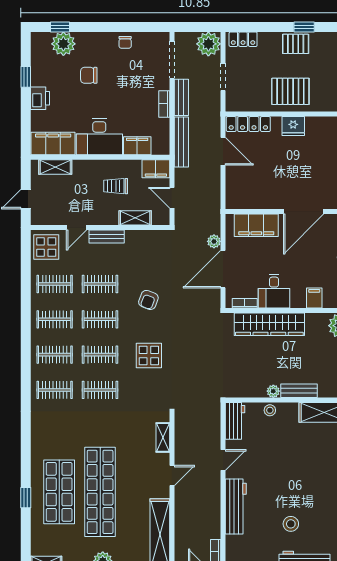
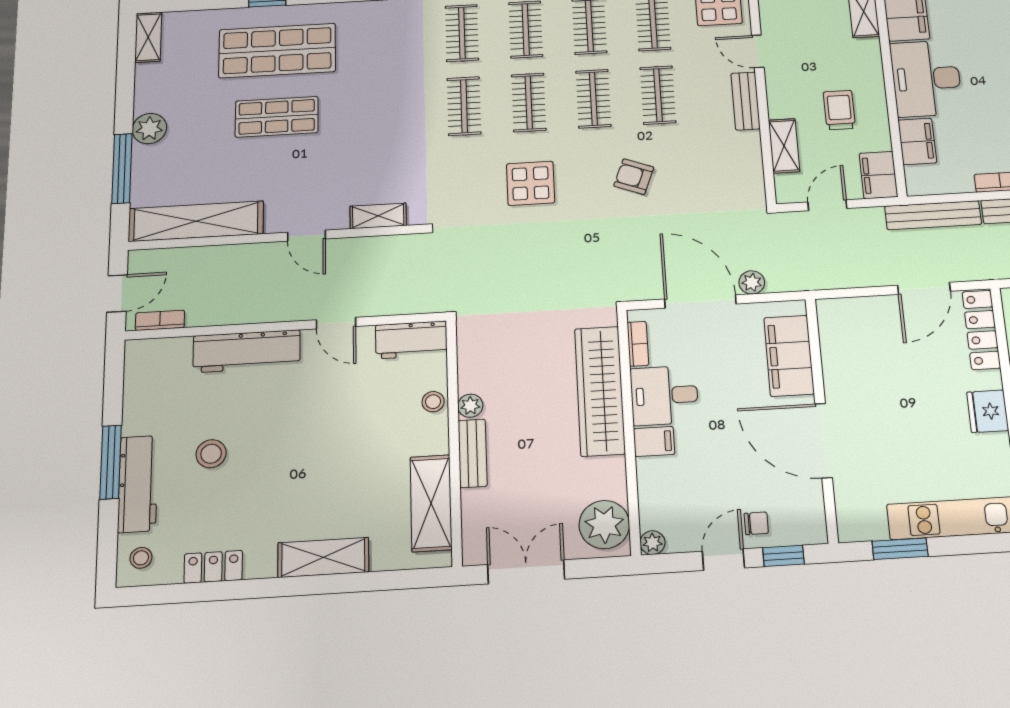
filing cabinet: (314, 298) -> (654, 442), moved
shop shelf: (100, 492) -> (277, 117), width x0.50, depth x0.74

